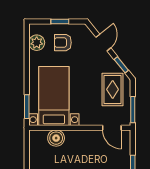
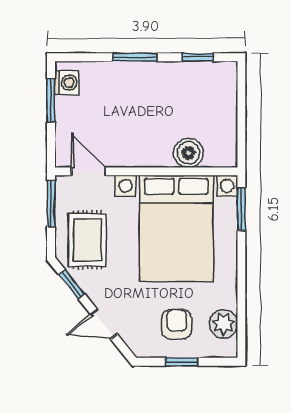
armchair: (63, 43) -> (177, 324), turned -90
door: (103, 43) -> (104, 324), hinge flipped
bed with nightstands: (54, 96) -> (176, 228), width x1.36

